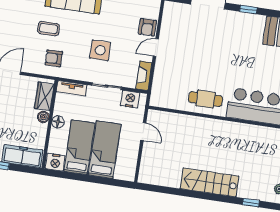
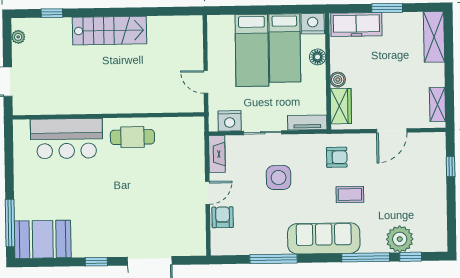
floor lamp: (58, 122) -> (318, 57), moved

